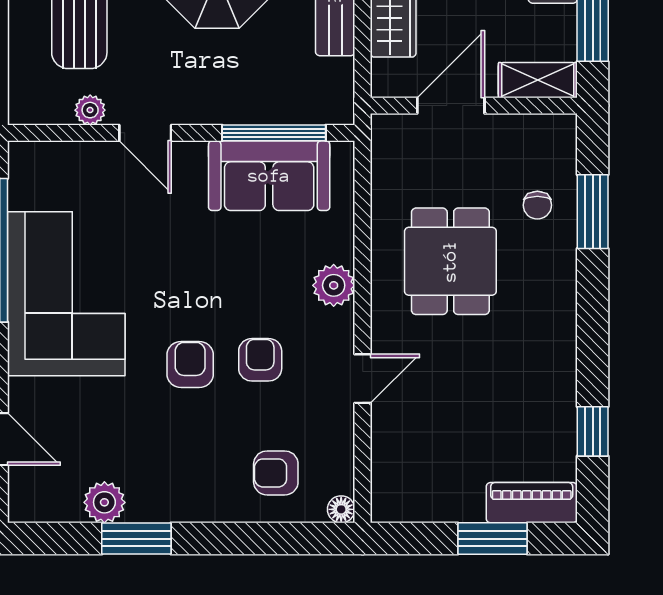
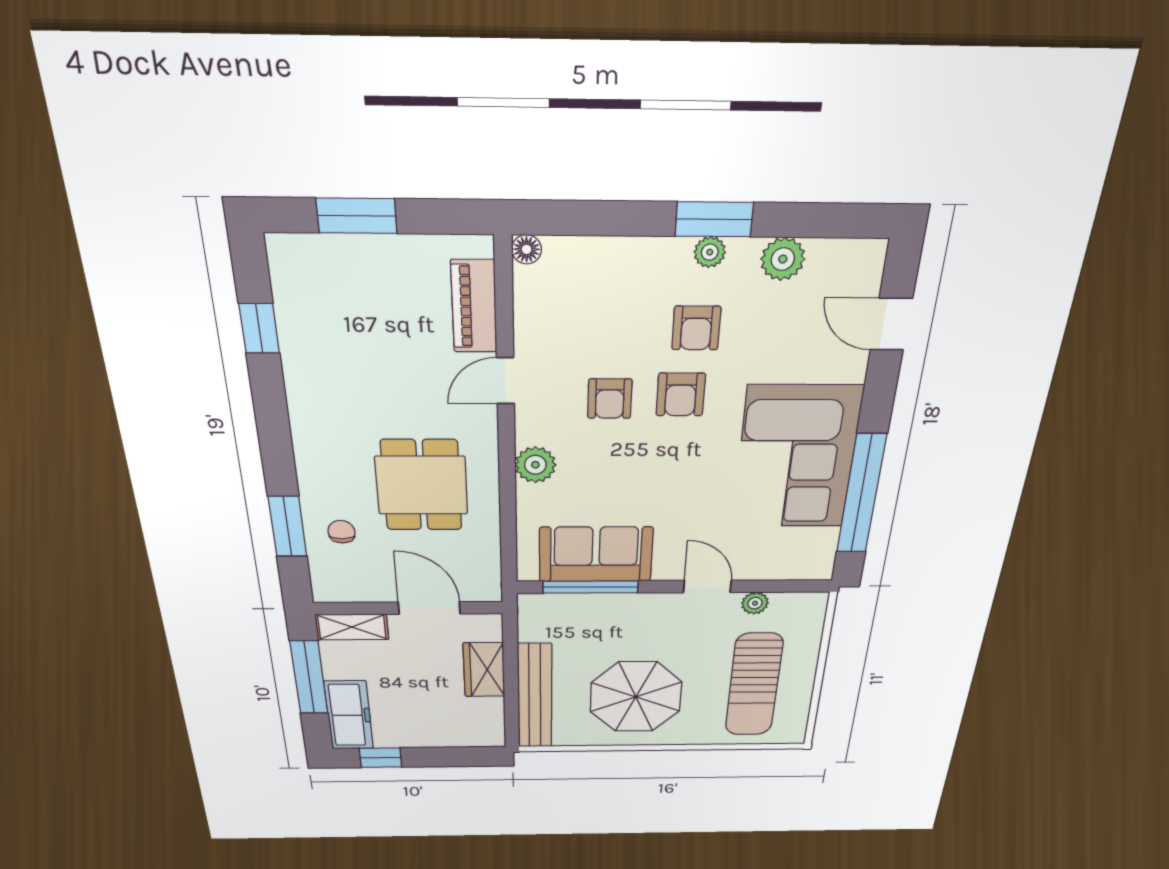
door: (451, 106) -> (429, 608), swing flipped
armchair: (276, 473) -> (696, 328), moved, turned 90
piano: (532, 503) -> (474, 306), moved, turned 90
plant: (173, 508) -> (710, 252), added
window: (136, 539) -> (714, 219), moved

